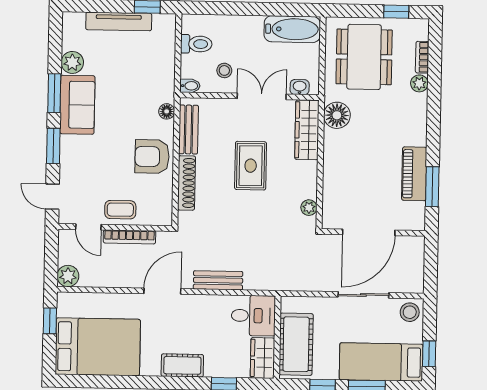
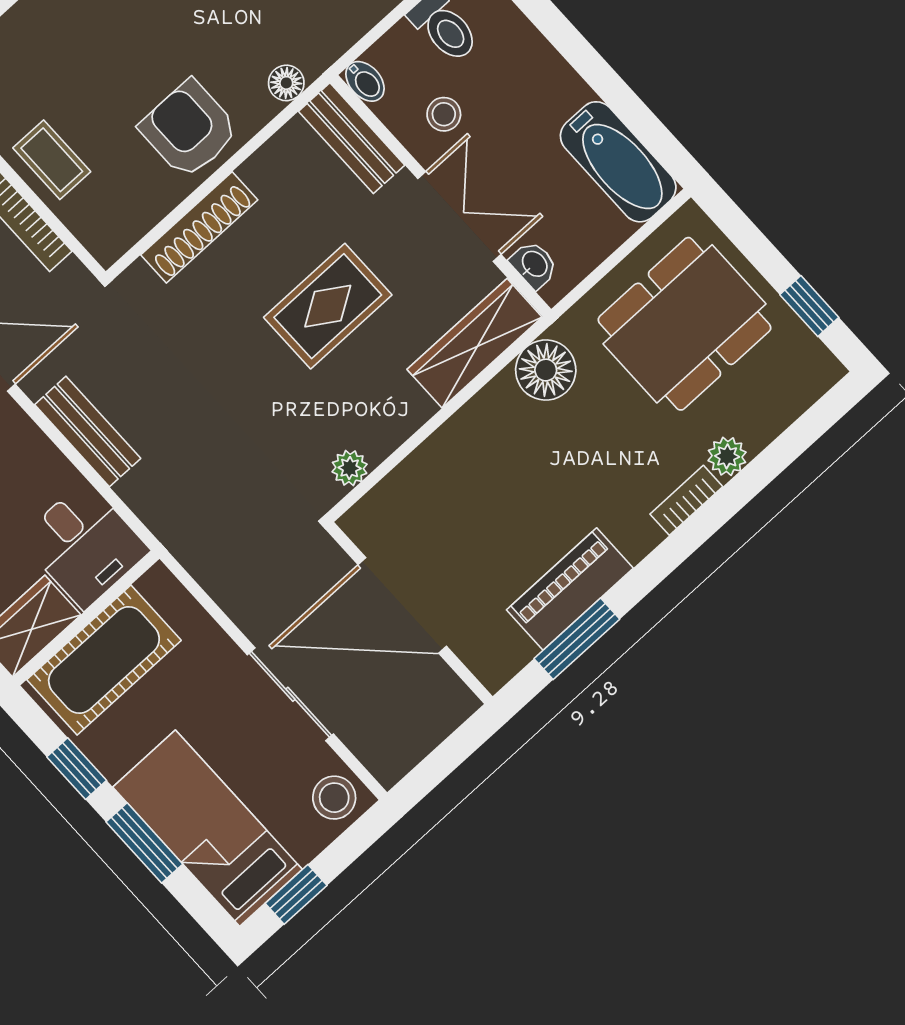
bookcase: (422, 57) -> (686, 500), moved
bench: (188, 129) -> (352, 138), moved, turned 90

